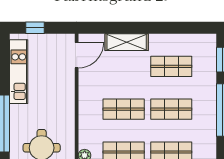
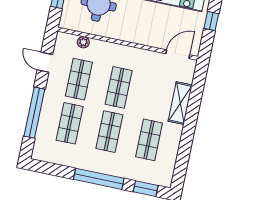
door: (77, 55) -> (178, 54), swing flipped

